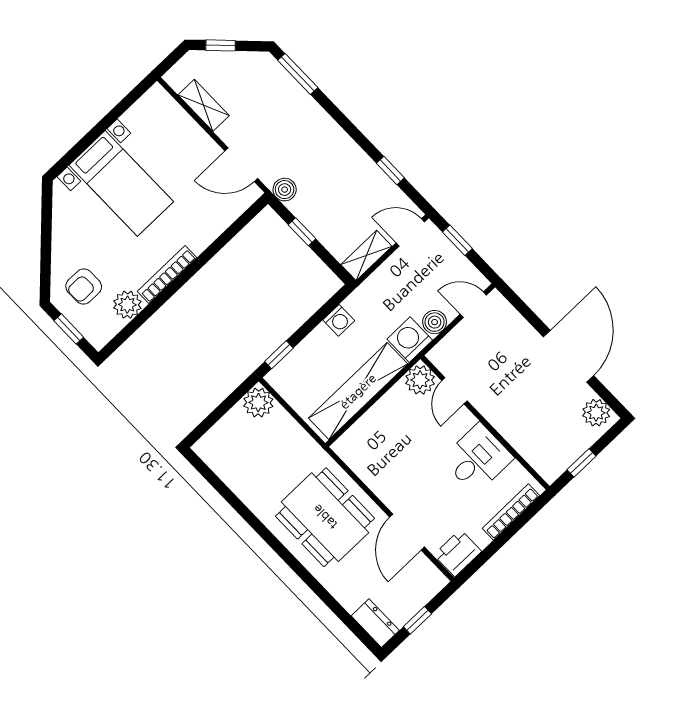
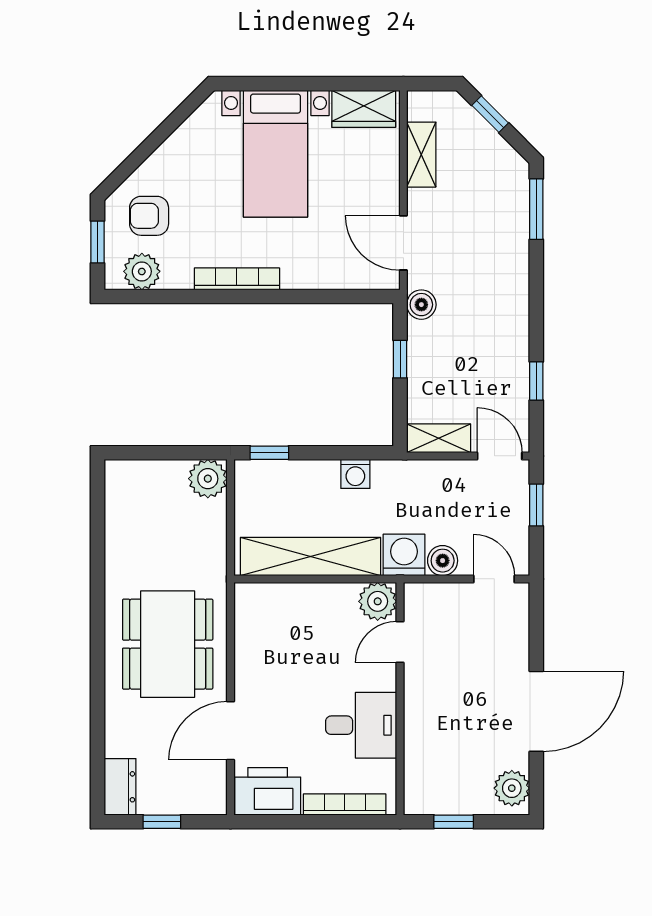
wardrobe: (147, 111) -> (364, 109), added
plant: (127, 305) -> (142, 271), moved
printer: (458, 553) -> (268, 791), width x1.37, depth x1.19

